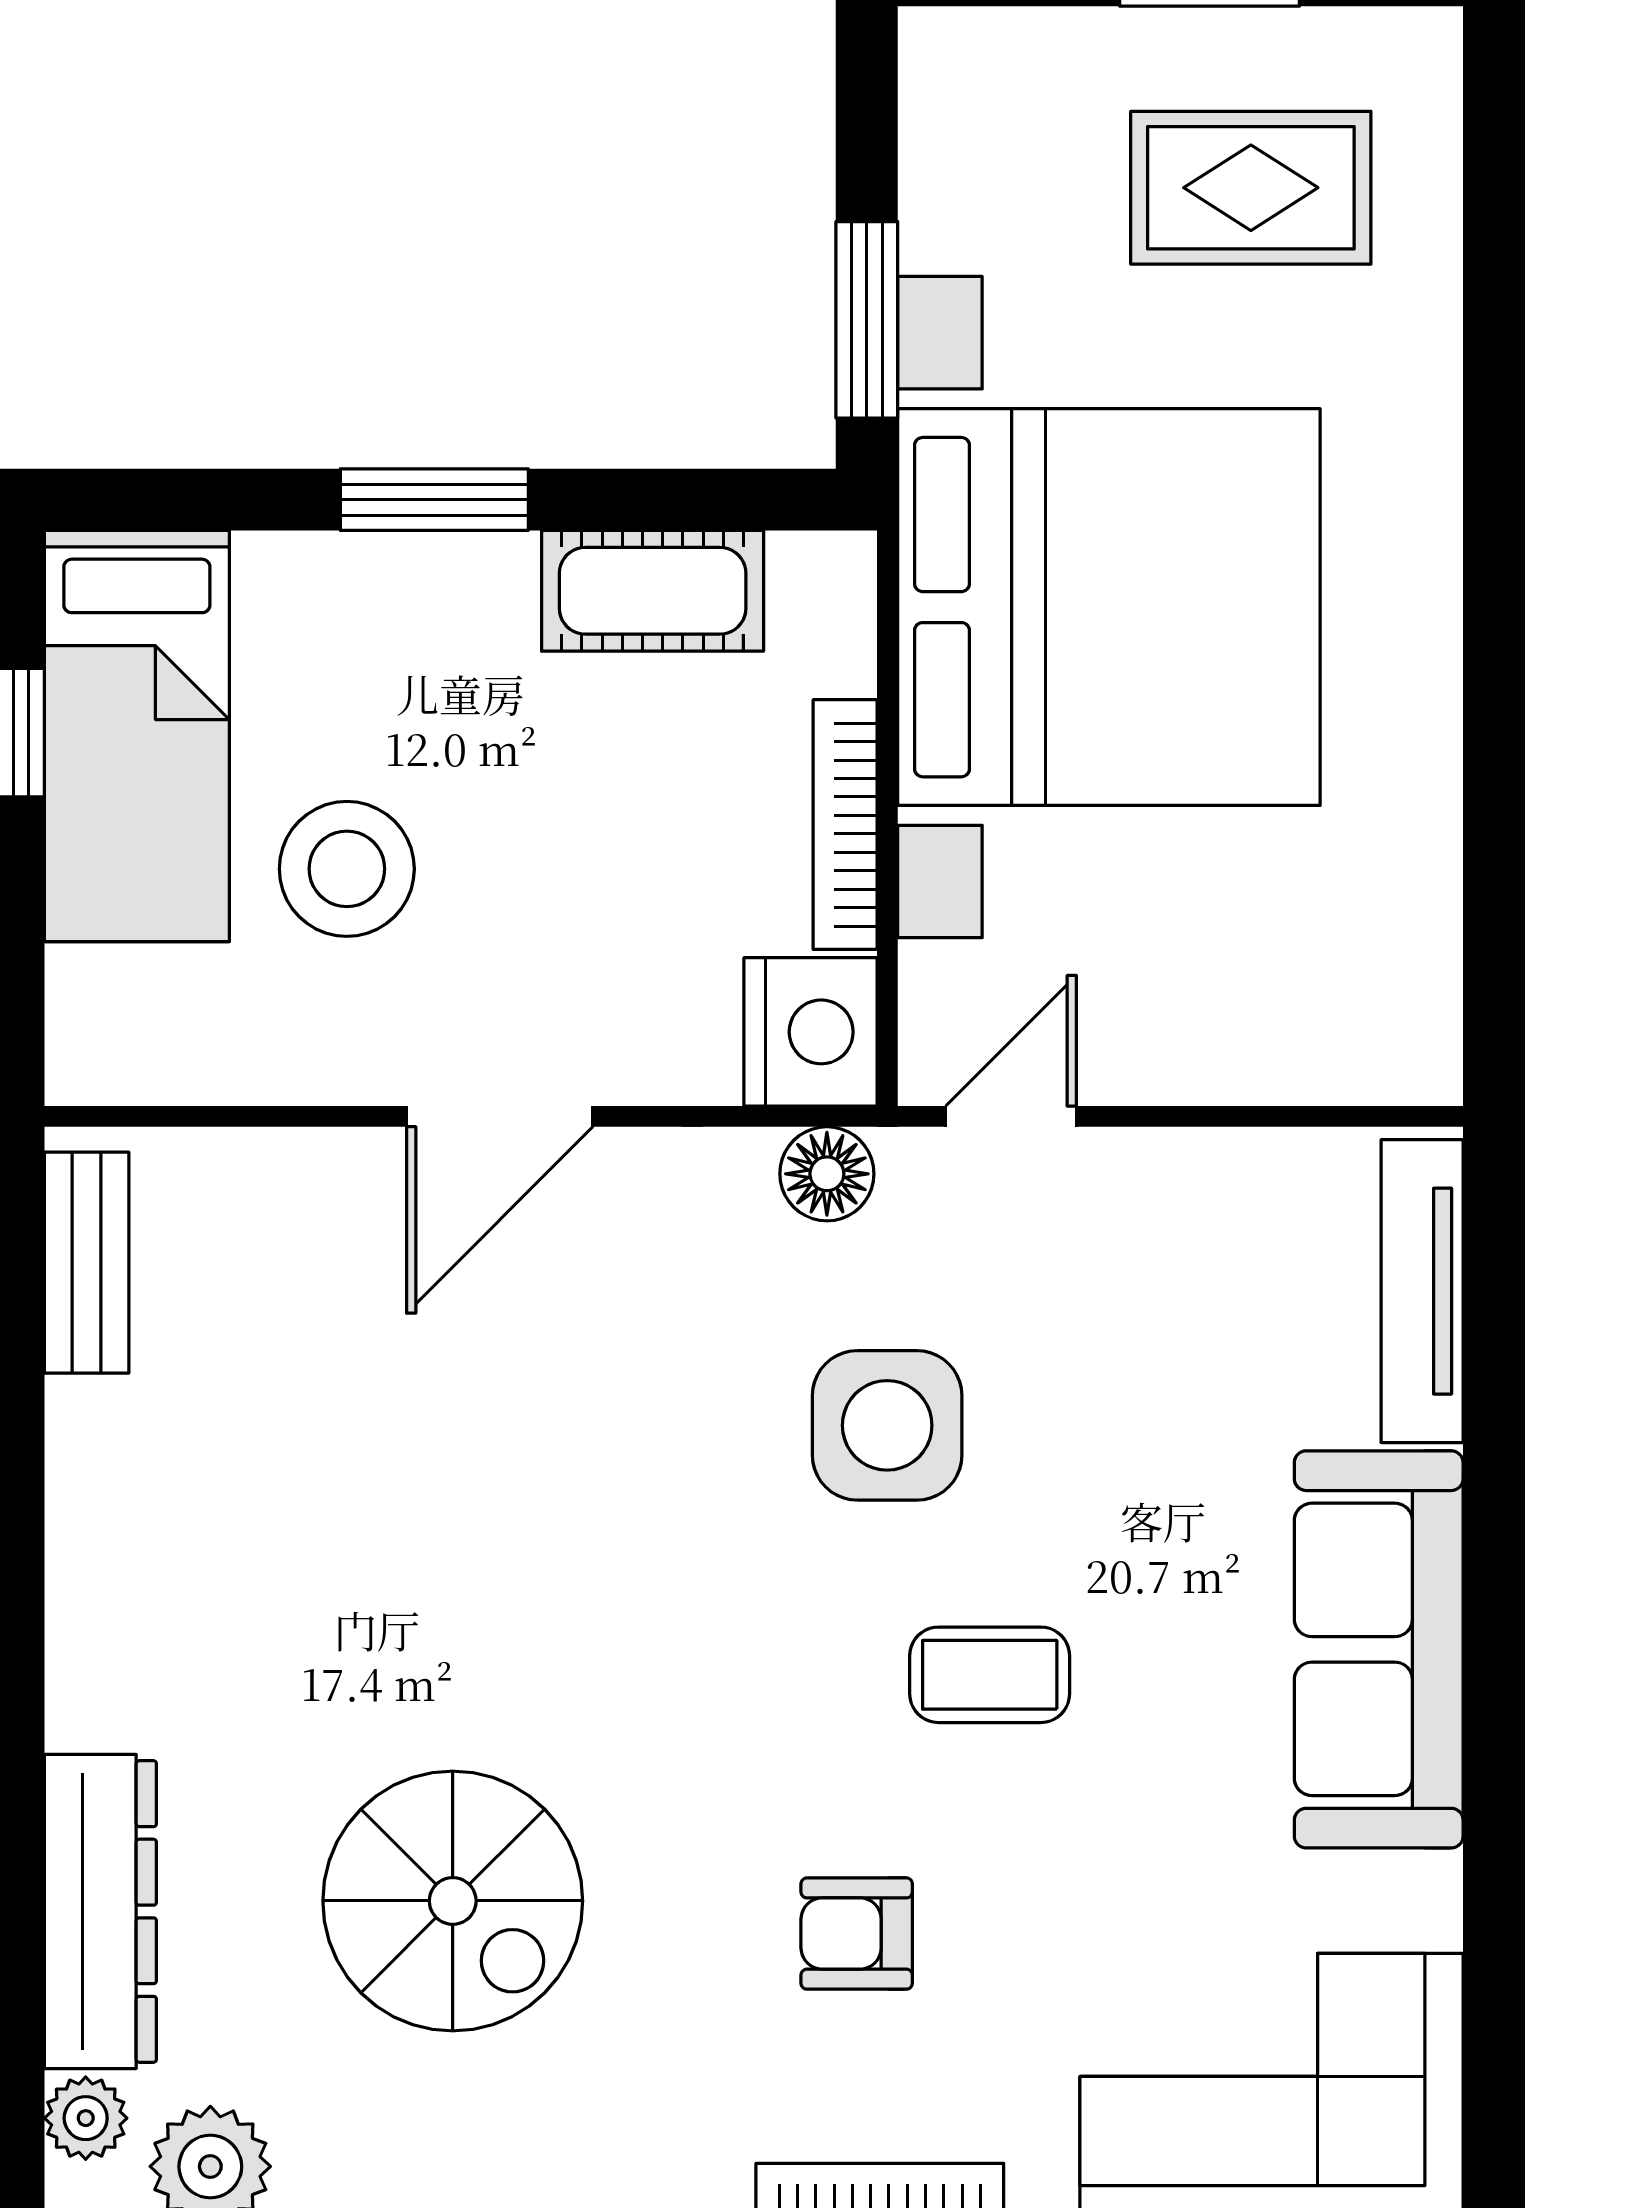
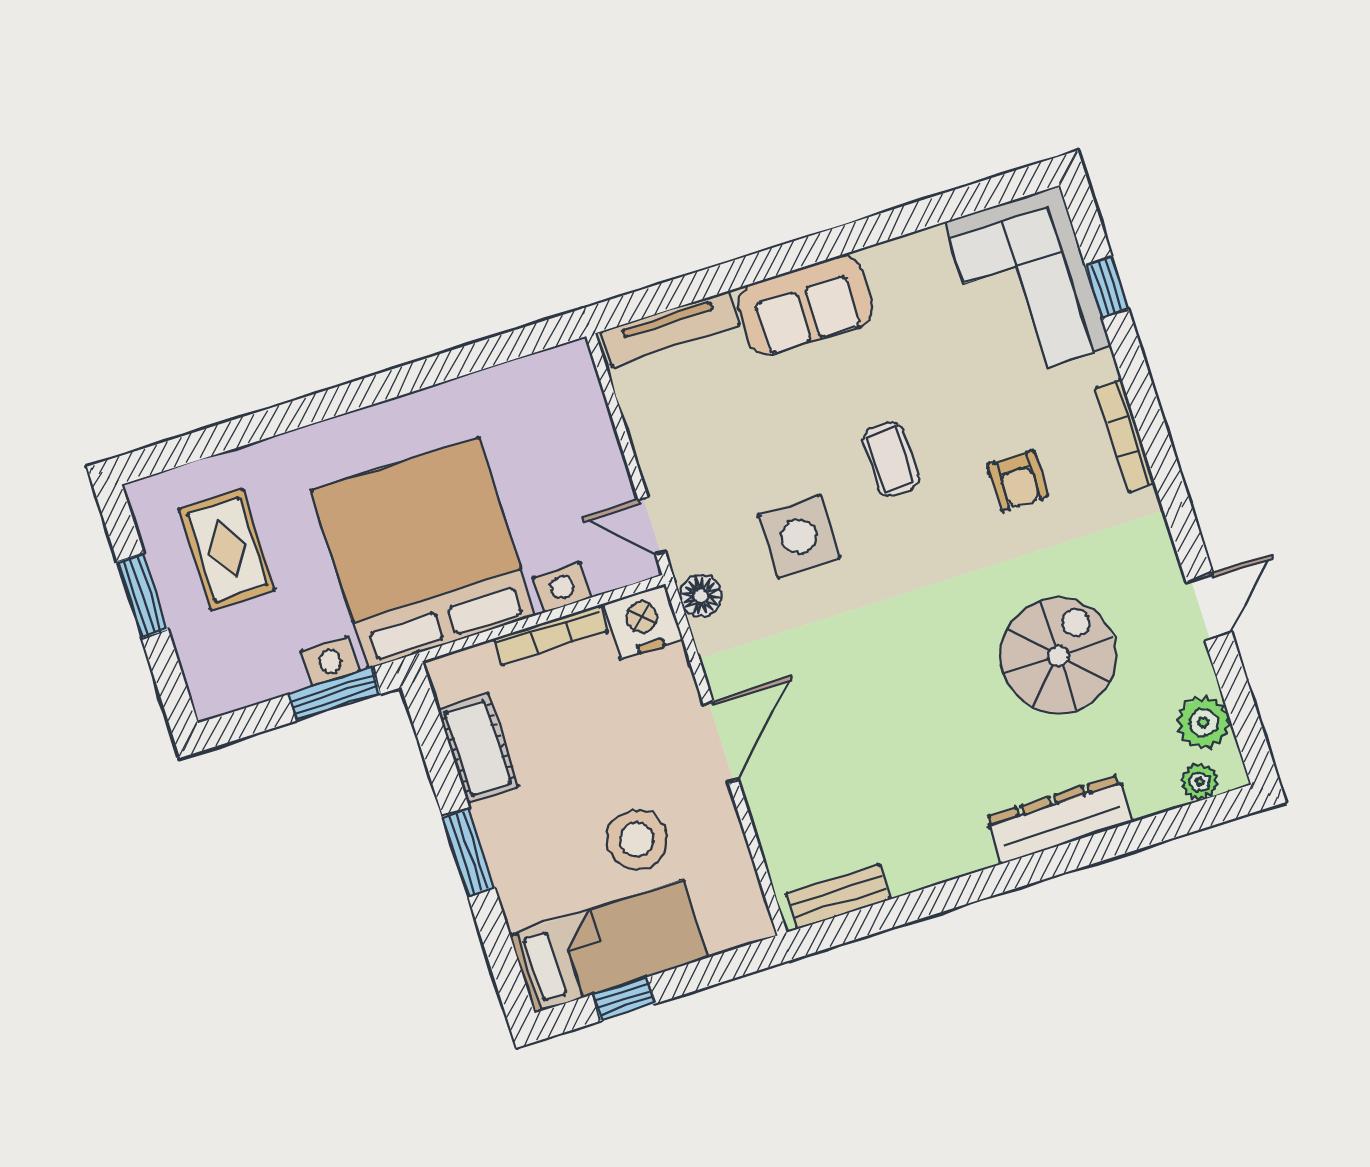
door: (500, 1116) -> (721, 742), hinge flipped
sofa: (1379, 1649) -> (805, 306), width x0.73
dresser: (100, 1911) -> (1059, 820), moved

